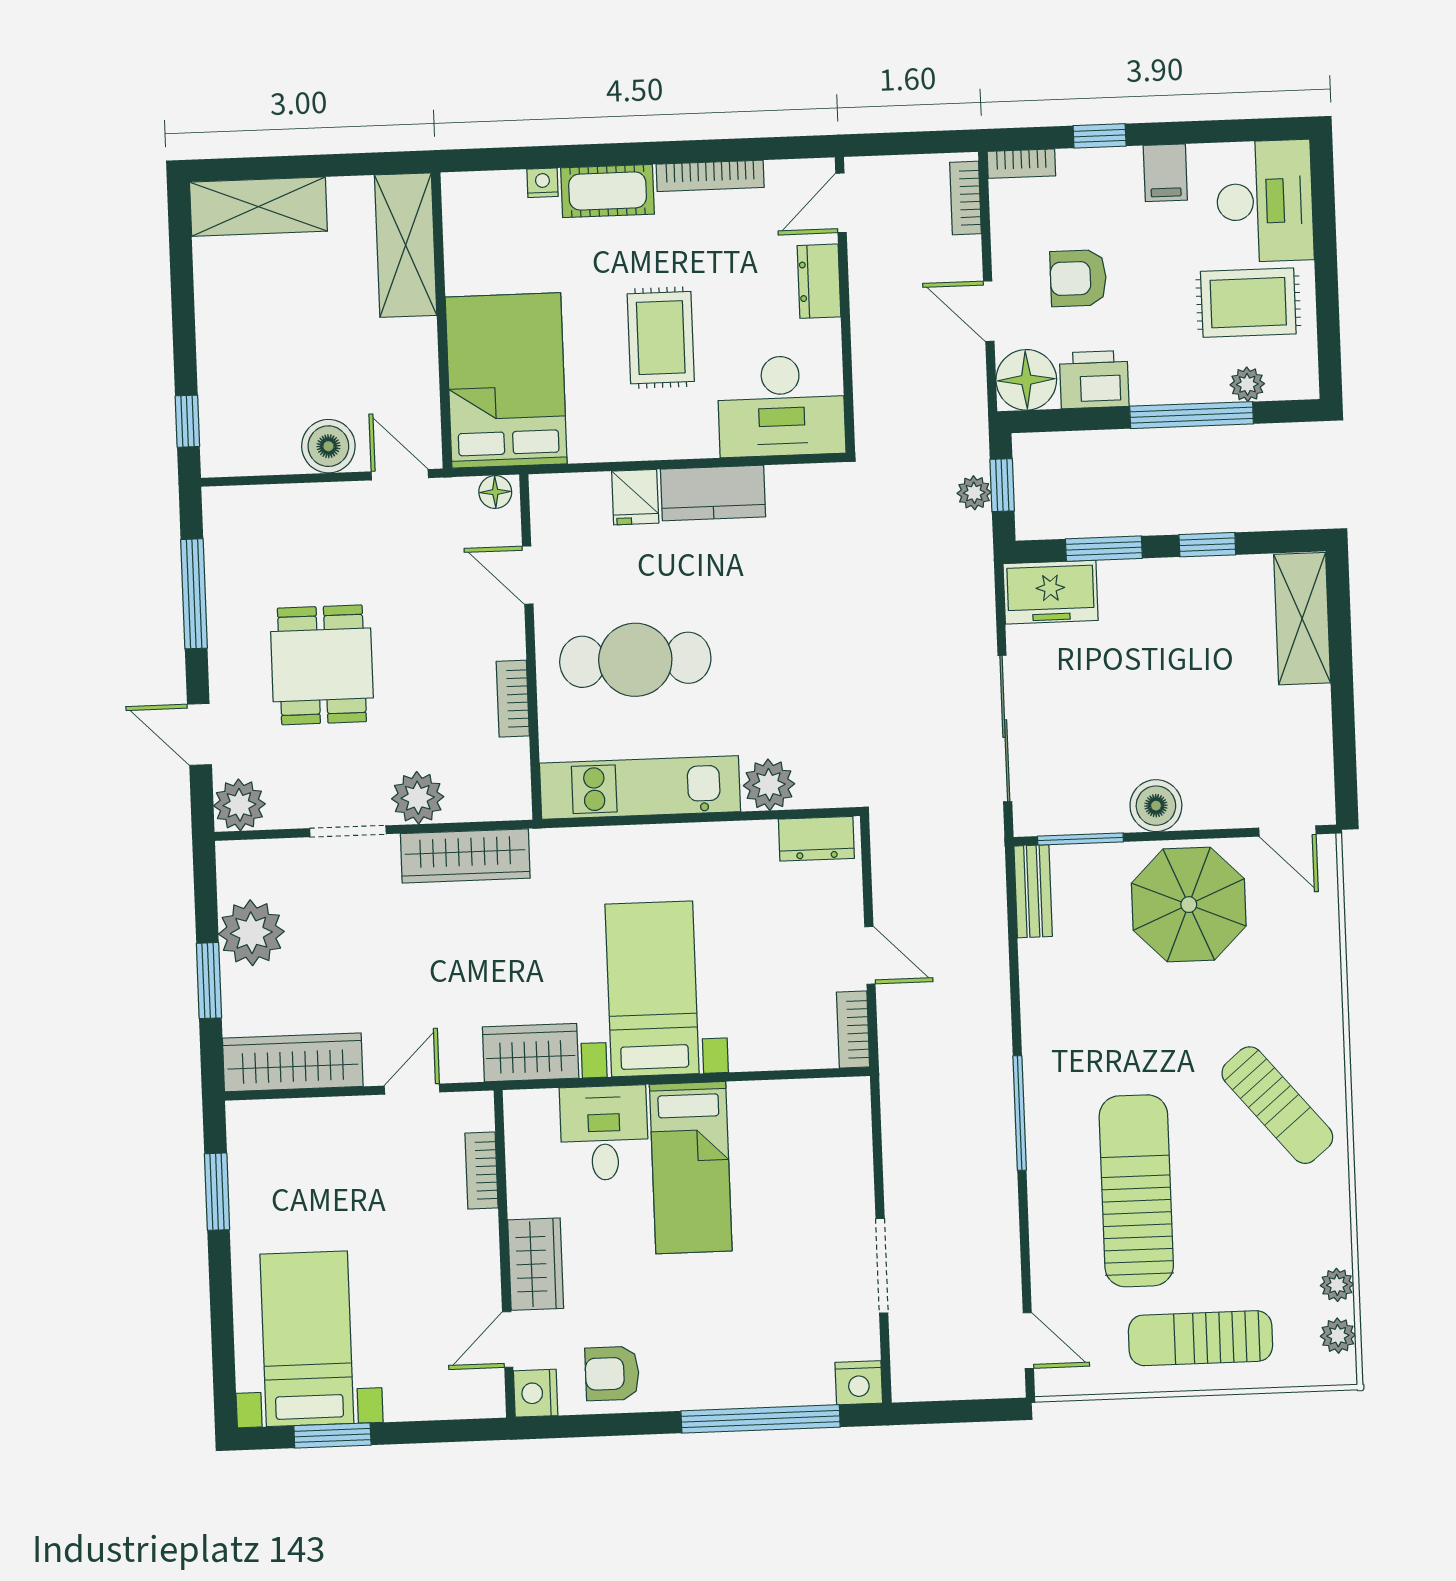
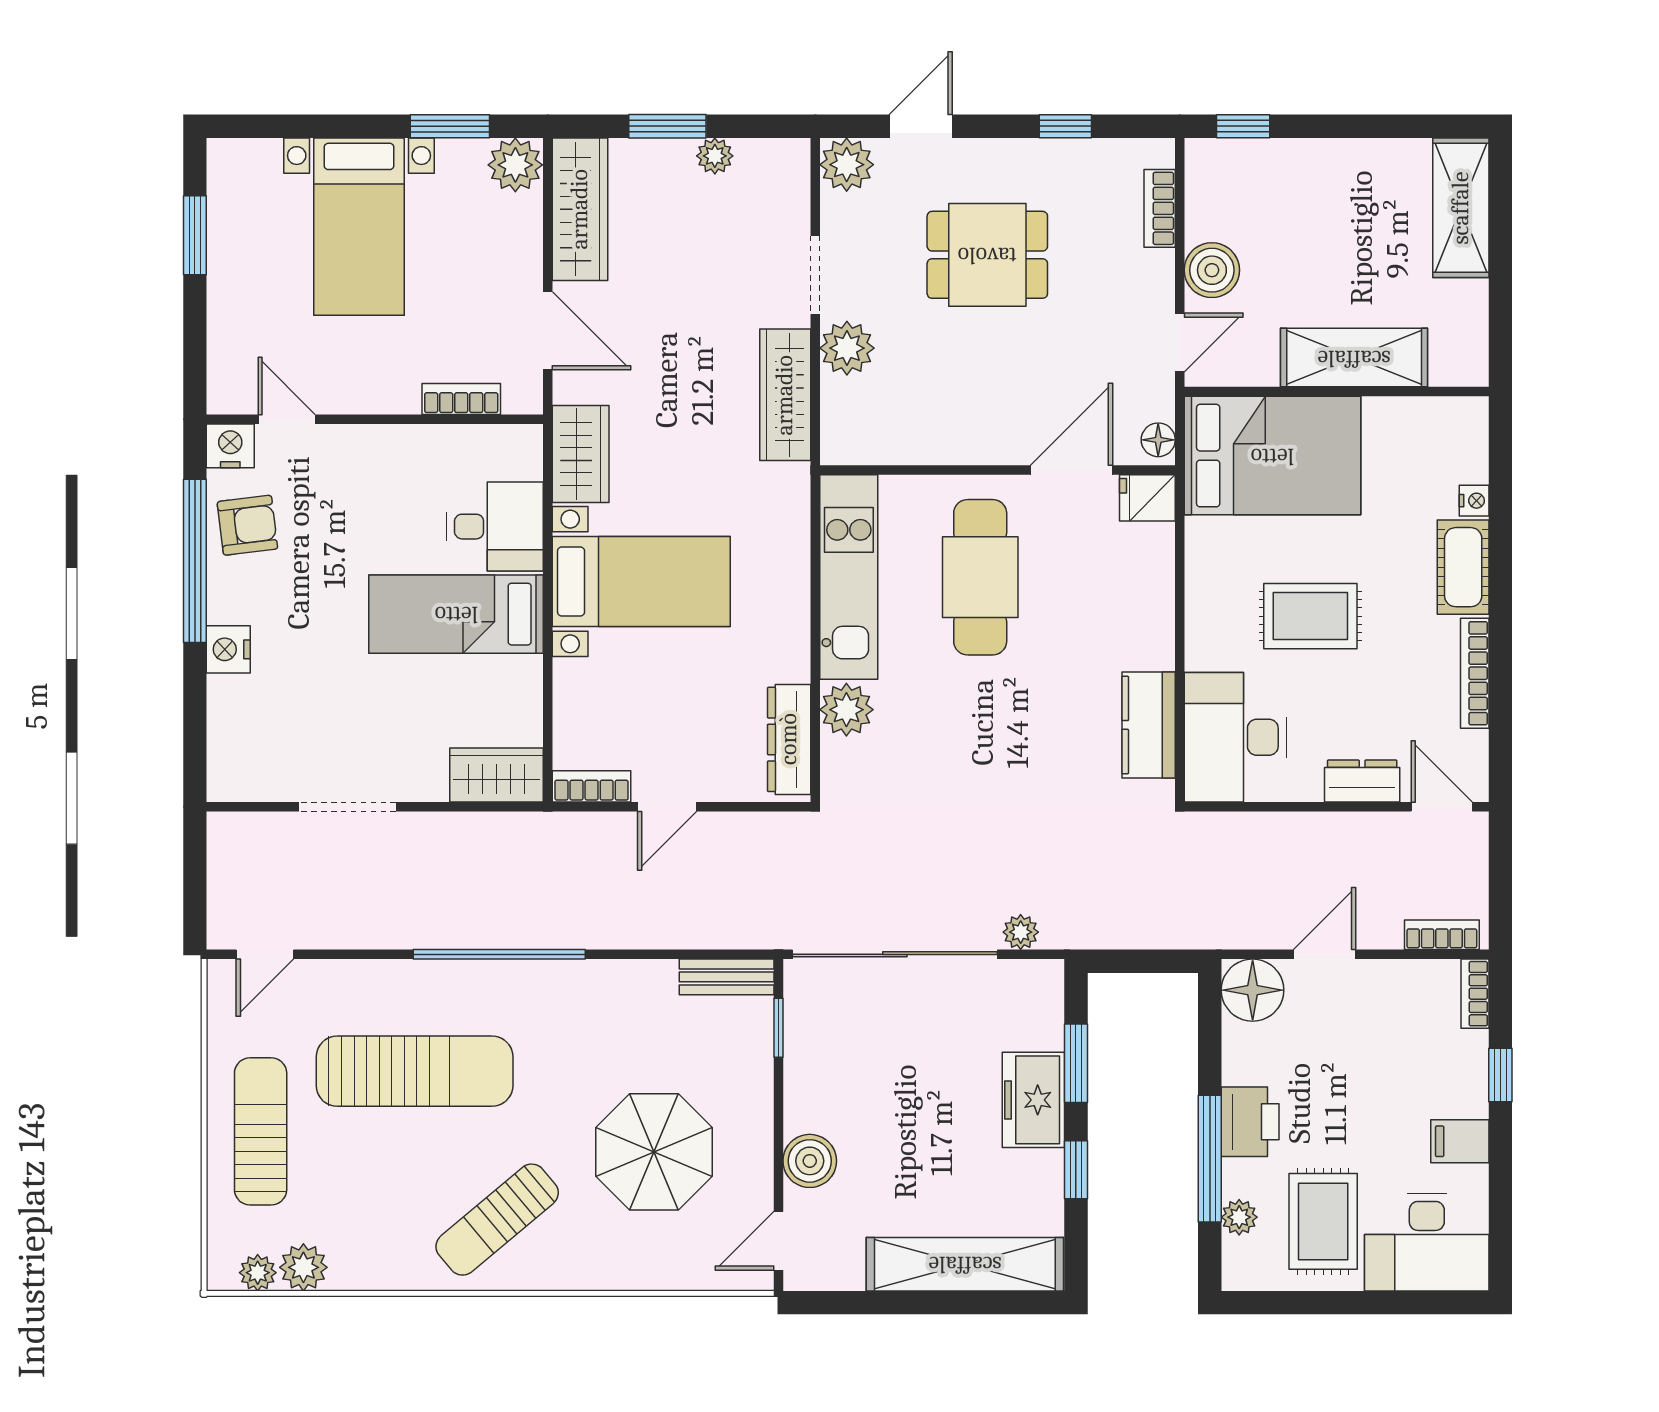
shelving: (406, 245) -> (1354, 358), moved
armchair: (1078, 278) -> (1355, 1048), removed
printer: (1094, 380) -> (1250, 1122), moved
window: (1002, 485) -> (1145, 961), removed
kitchen counter: (713, 493) -> (1149, 725), moved
plant: (974, 493) -> (1021, 932), moved
fridge: (635, 497) -> (1147, 498), moved
door: (528, 575) -> (1072, 470), width x1.38
freezer: (1051, 592) -> (1033, 1100), moved
window: (194, 594) -> (1065, 126), width x0.46
shelving: (1302, 619) -> (965, 1264), width x1.47
bookcase: (513, 699) -> (1160, 208), moved, turned -90
sliding door: (1005, 729) -> (895, 954), width x1.36
boiler: (1156, 806) -> (810, 1161), moved
dresser: (816, 839) -> (789, 739), width x1.44
window: (1080, 839) -> (778, 1028), width x0.67
parasol: (1189, 905) -> (654, 1152), moved
plant: (251, 933) -> (715, 156), width x0.53, depth x0.53
door: (412, 1089) -> (548, 331), width x1.38
window: (1020, 1113) -> (499, 954), width x1.46
plant: (252, 1127) -> (515, 165), added
wardrobe: (536, 1264) -> (497, 775), moved, turned 180
plant: (1337, 1285) -> (303, 1267), width x1.38, depth x1.38
bed with nightstands: (307, 1339) -> (359, 227), moved, turned 90
armchair: (612, 1373) -> (247, 525), turned 83
nightstand: (859, 1383) -> (228, 649), moved
window: (761, 1419) -> (195, 561), moved

